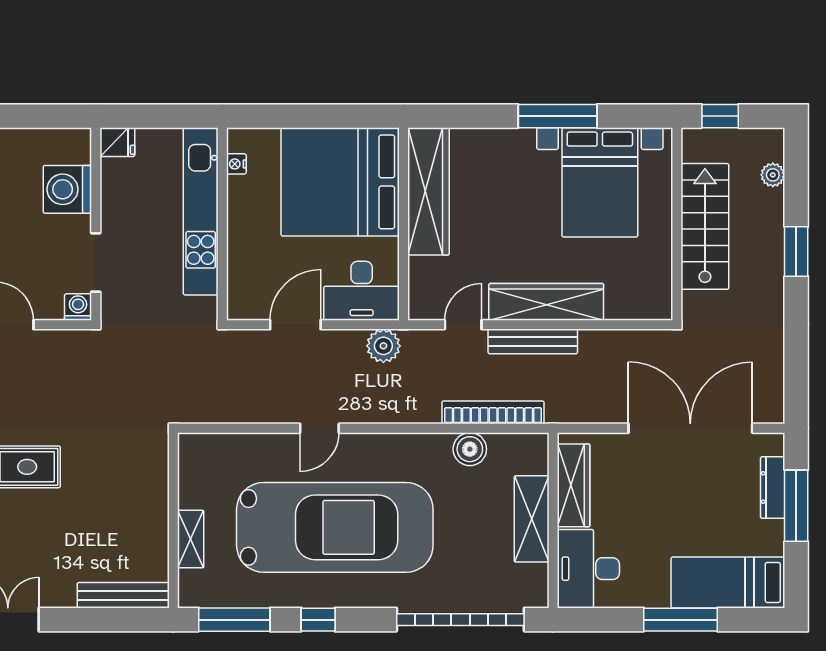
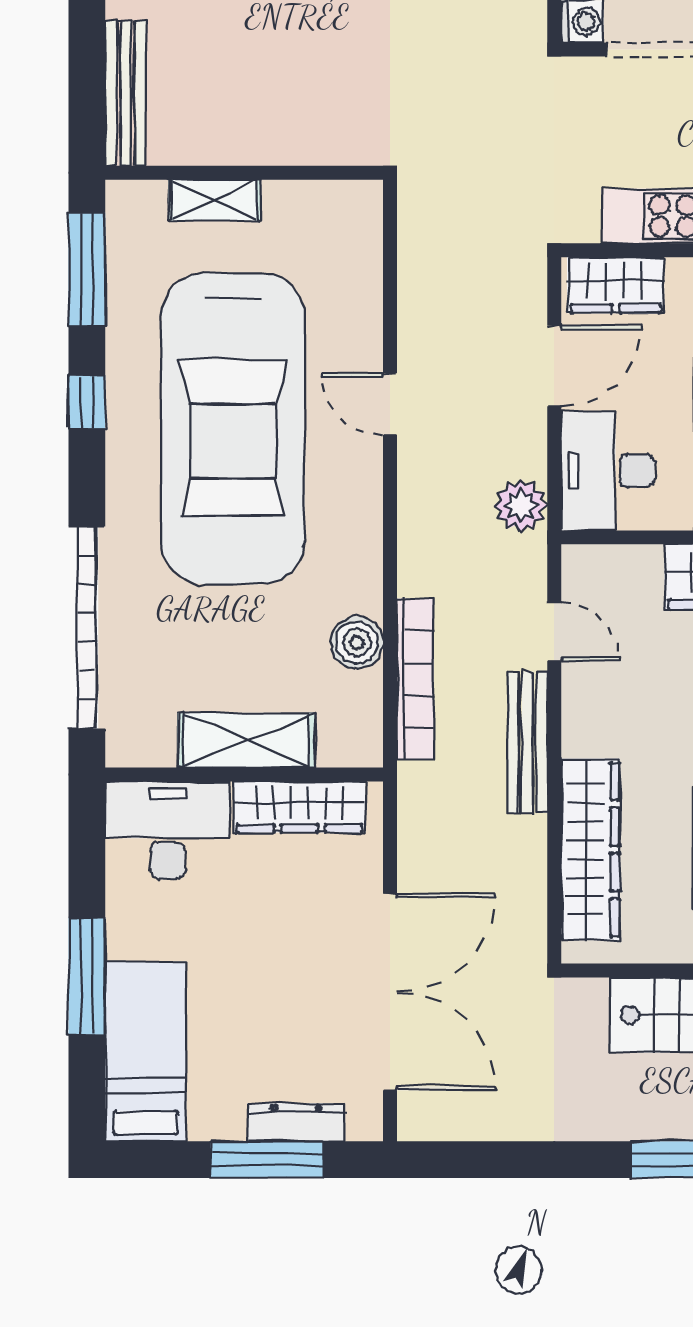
wardrobe: (244, 286) -> (616, 285), added
wardrobe: (546, 302) -> (590, 849), moved
door: (295, 325) -> (554, 366), hinge flipped

